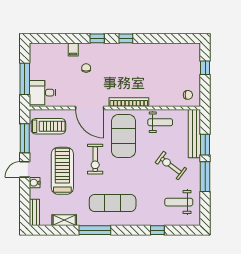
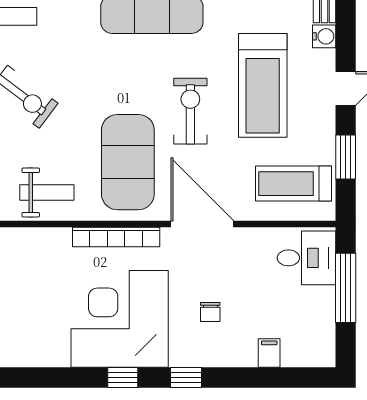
filing cabinet: (73, 49) -> (269, 353), moved
corner desk: (127, 65) -> (120, 319), added
weight bench: (160, 122) -> (47, 193), turned 180
window: (25, 138) -> (346, 157), width x0.69
water cooler: (35, 183) -> (324, 36), moved

